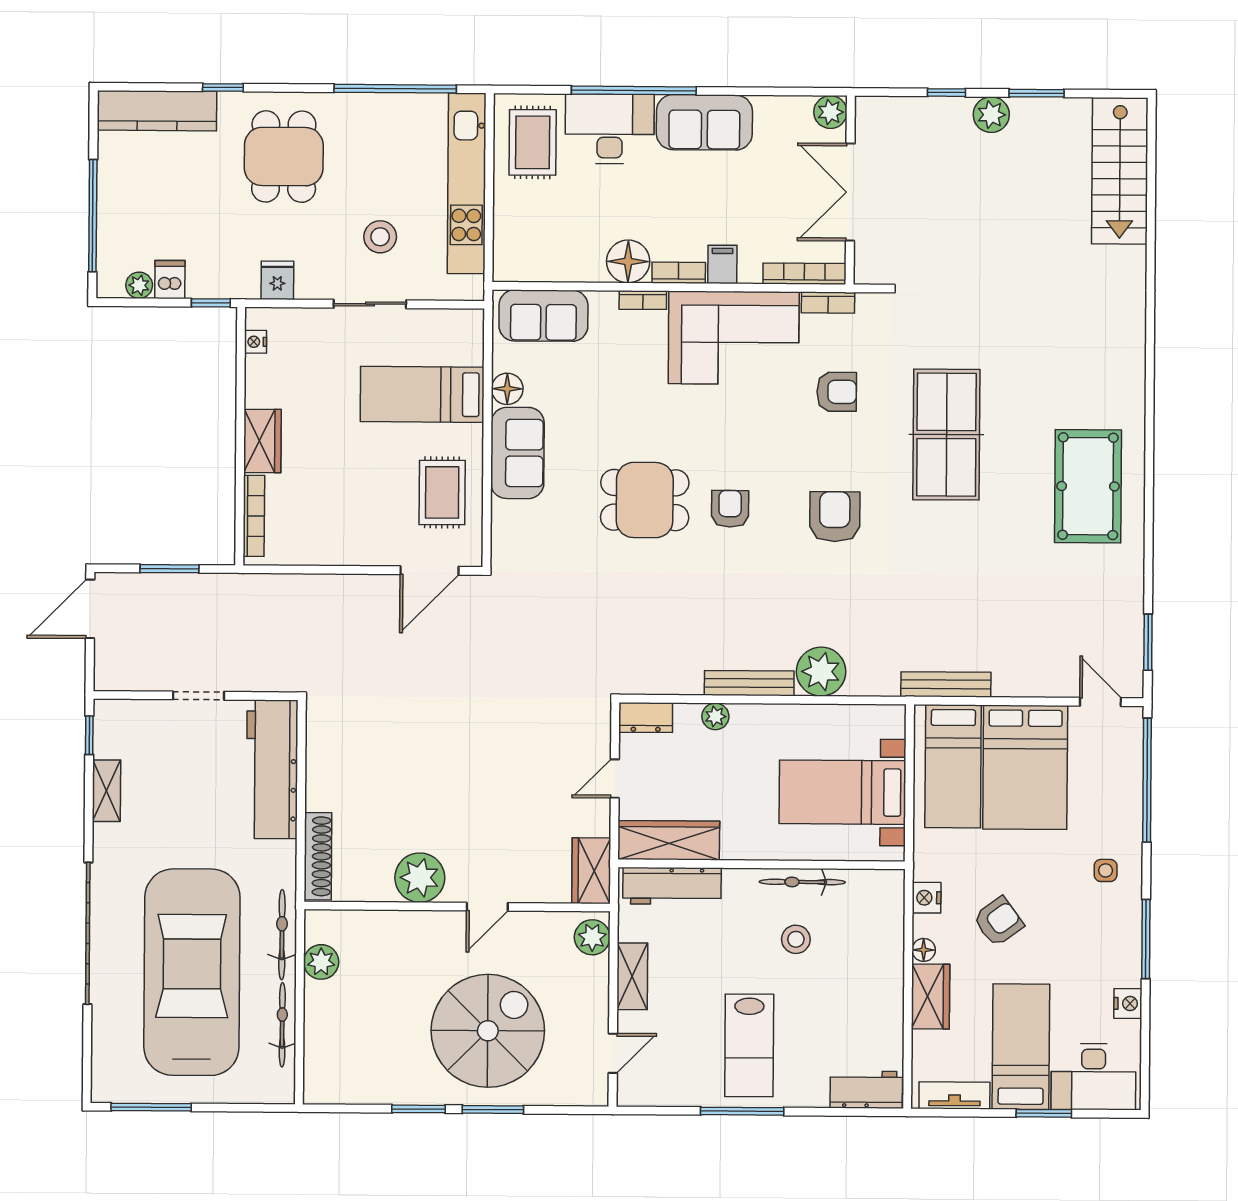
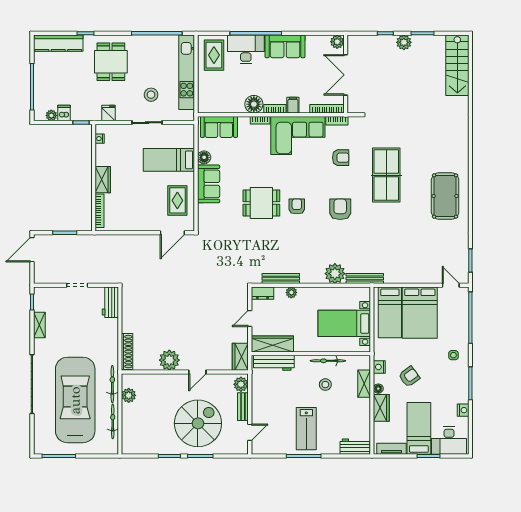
bench: (749, 683) -> (281, 279), moved
bench: (946, 684) -> (365, 279), moved
workbench: (272, 769) -> (110, 302), width x0.53, depth x0.76
shelving: (632, 976) -> (364, 384), moved
bench: (597, 991) -> (243, 407), added

